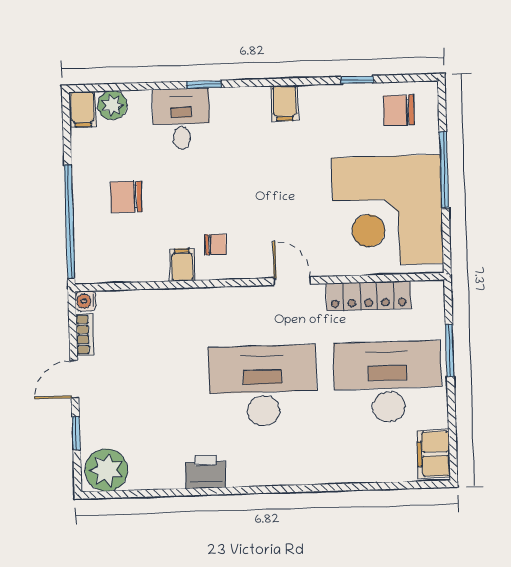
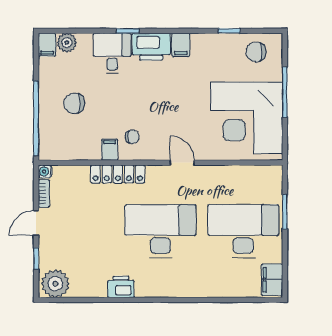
printer: (240, 107) -> (151, 47), added
locker: (368, 296) -> (118, 174), moved

